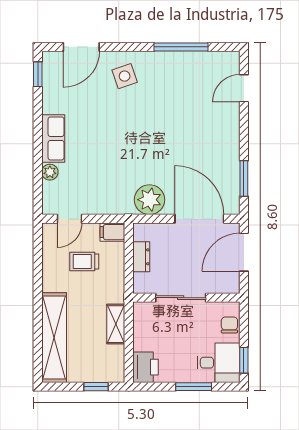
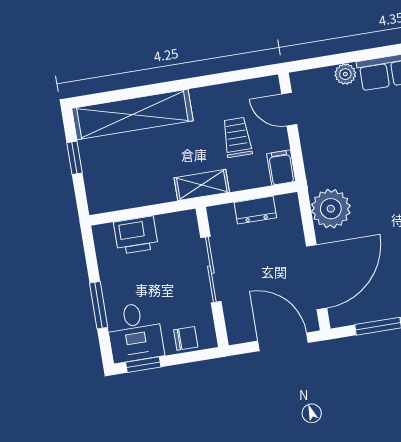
shelving: (116, 324) -> (202, 185), moved
printer: (145, 367) -> (136, 235), moved
window: (96, 387) -> (75, 158), moved

